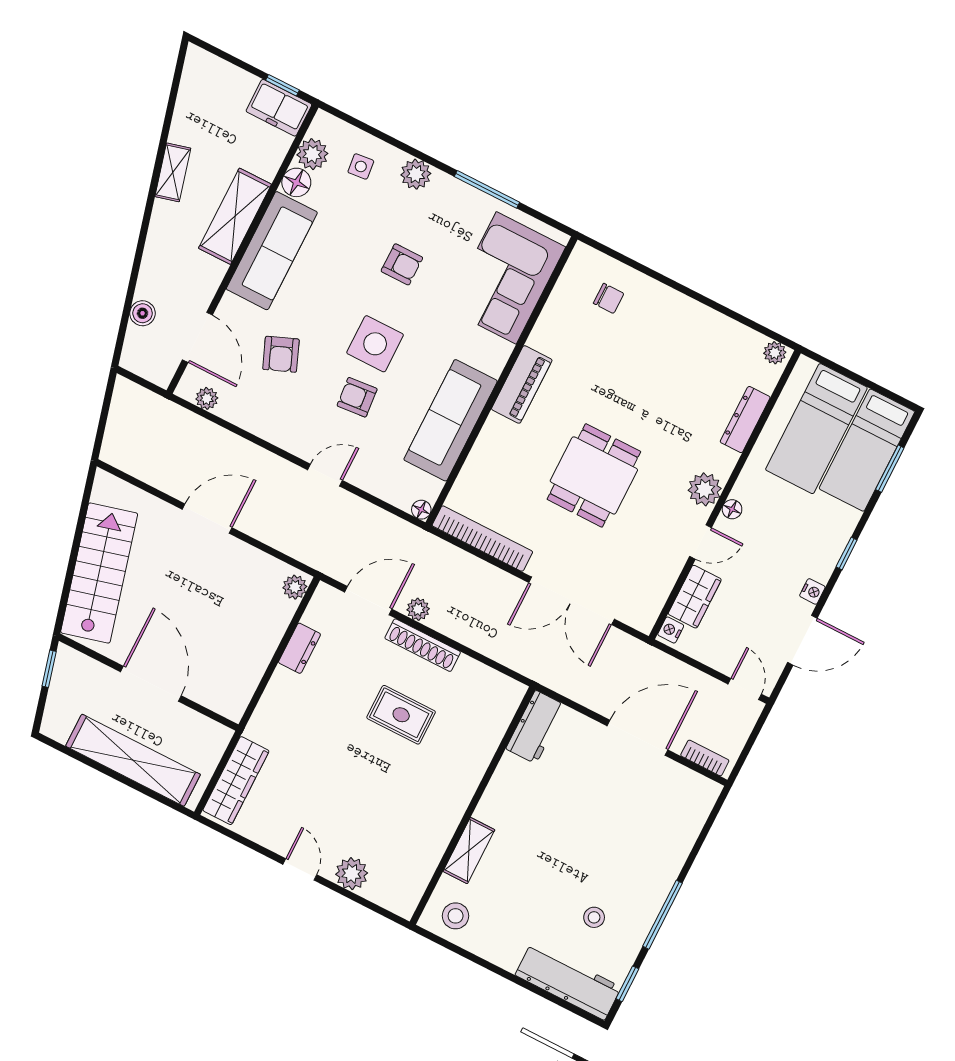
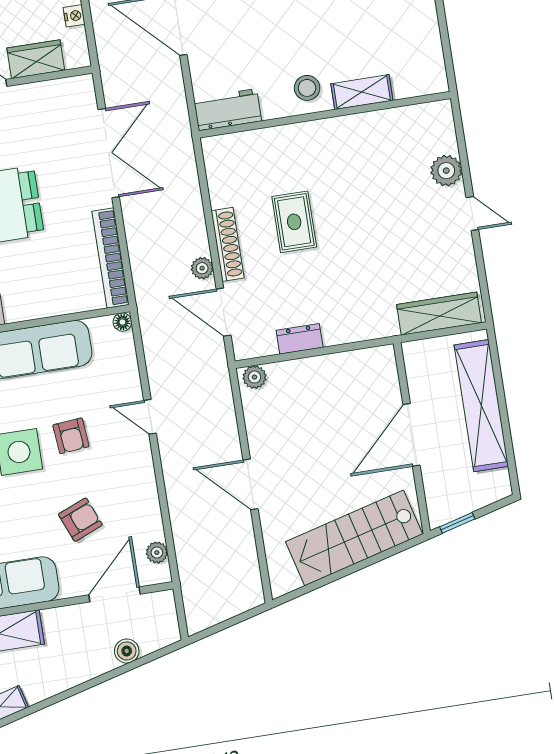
nightstand: (671, 630) -> (74, 16), moved, turned -90
door: (300, 869) -> (472, 213), swing flipped
stool: (456, 916) -> (307, 88), moved

